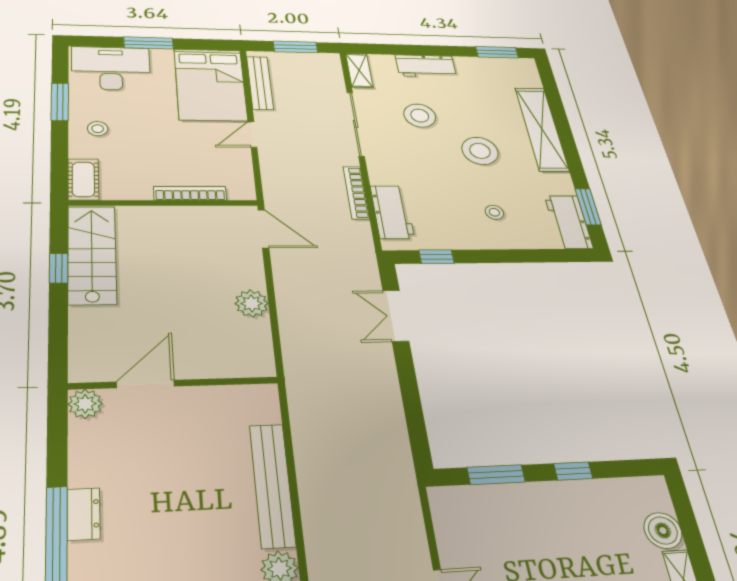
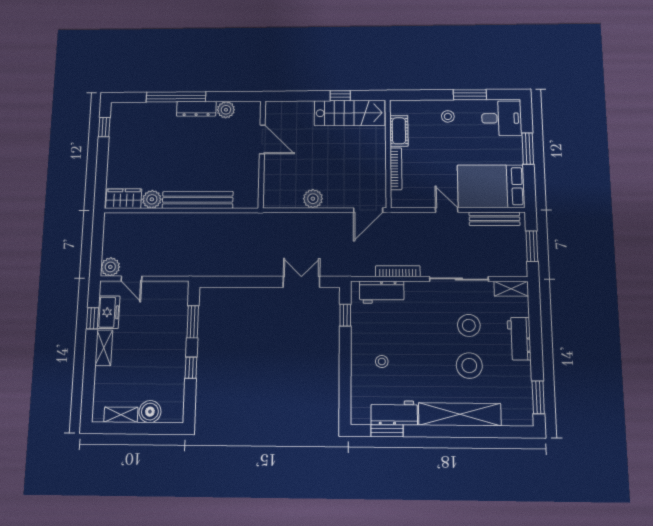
desk: (111, 68) -> (502, 118), width x0.73
stool: (480, 151) -> (469, 366), moved
cot: (83, 179) -> (399, 131), moved, turned 90
workbench: (569, 222) -> (394, 413), moved
plant: (85, 404) -> (226, 110), moved
dresser: (84, 514) -> (196, 109), width x1.44

